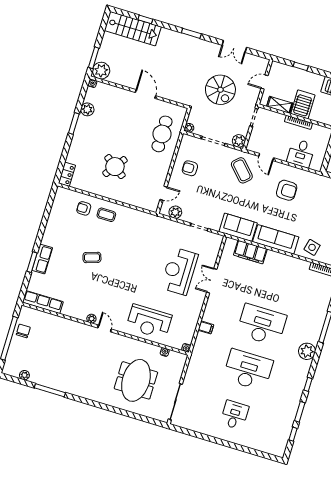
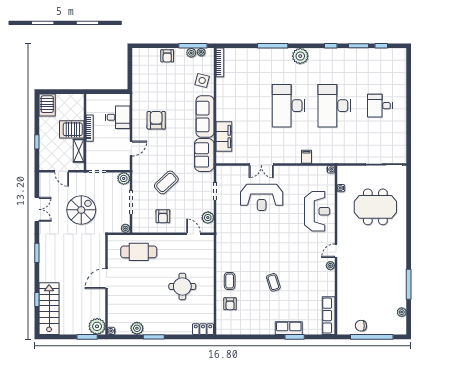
round table: (115, 167) -> (182, 286), turned -36
coffee table: (242, 170) -> (166, 182), moved

